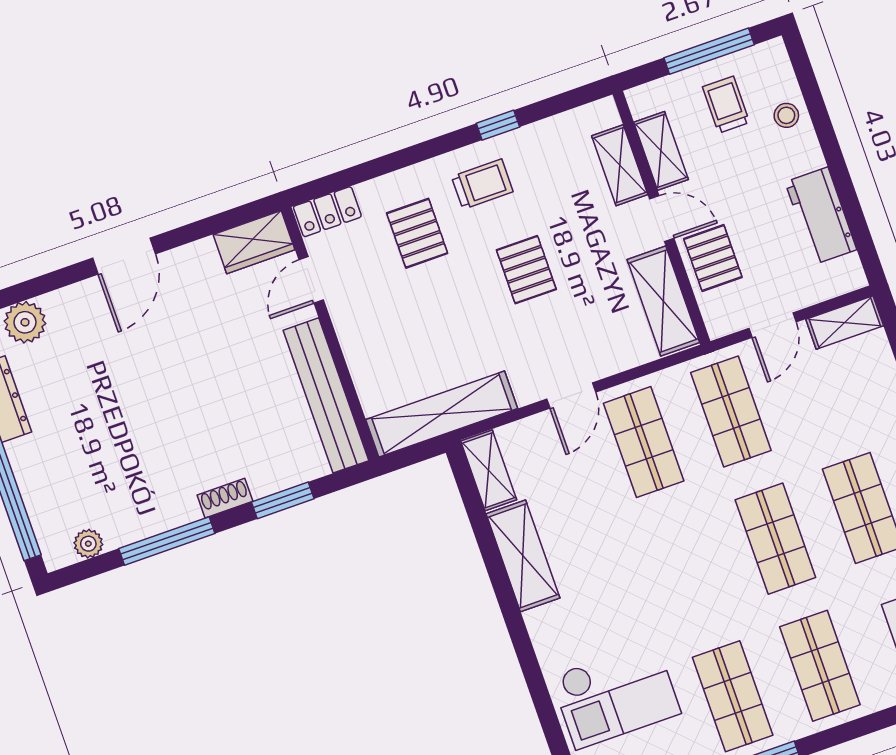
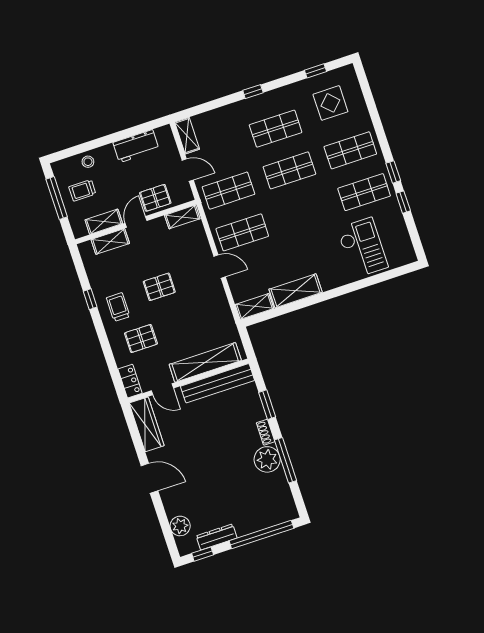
wardrobe: (254, 242) -> (147, 424), width x1.50
shelving: (663, 301) -> (182, 217), width x0.67, depth x0.75
shelving: (442, 414) -> (205, 362), moved, turned 90
plant: (88, 544) -> (267, 459), moved, width x1.87, depth x1.87

